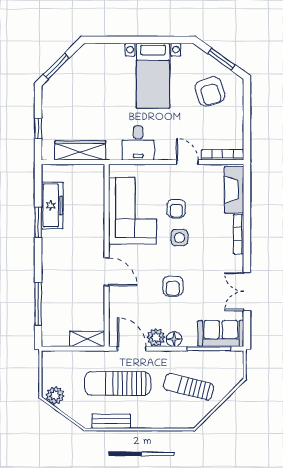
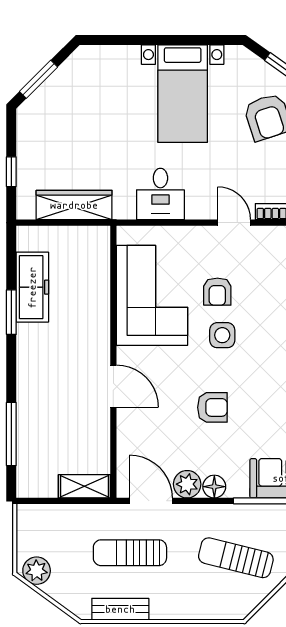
armchair: (173, 286) -> (212, 407), turned -90
sun lounger: (118, 383) -> (130, 553), width x0.73, depth x0.75

